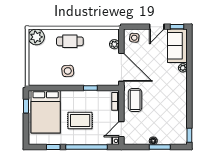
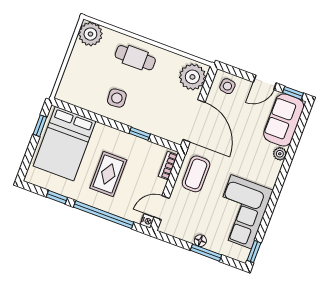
plant: (114, 44) -> (192, 77), width x1.87, depth x1.87
corner sofa: (172, 113) -> (241, 212), added
rug: (80, 121) -> (108, 174), turned 90

